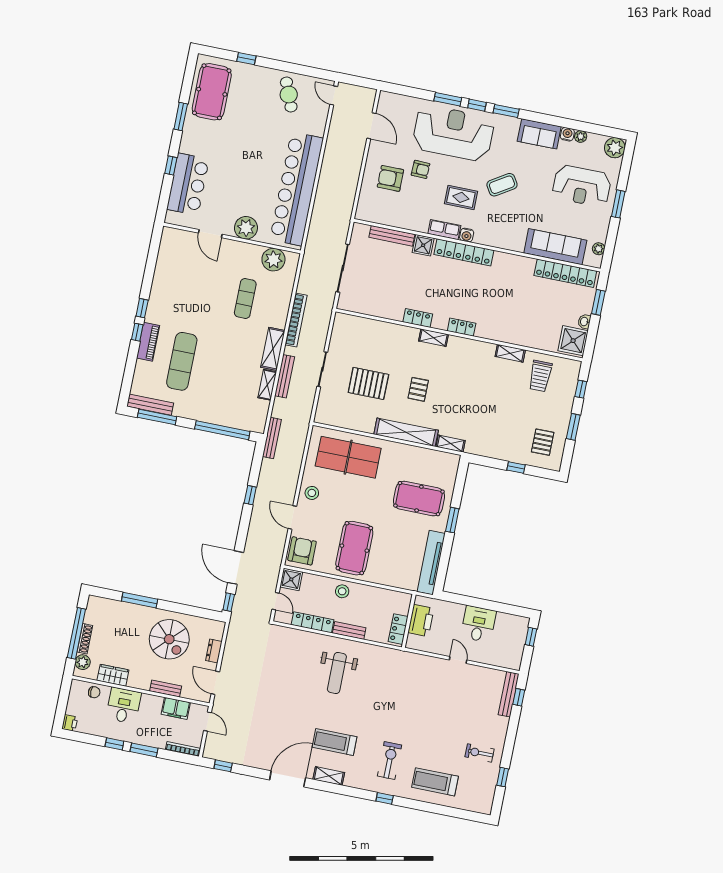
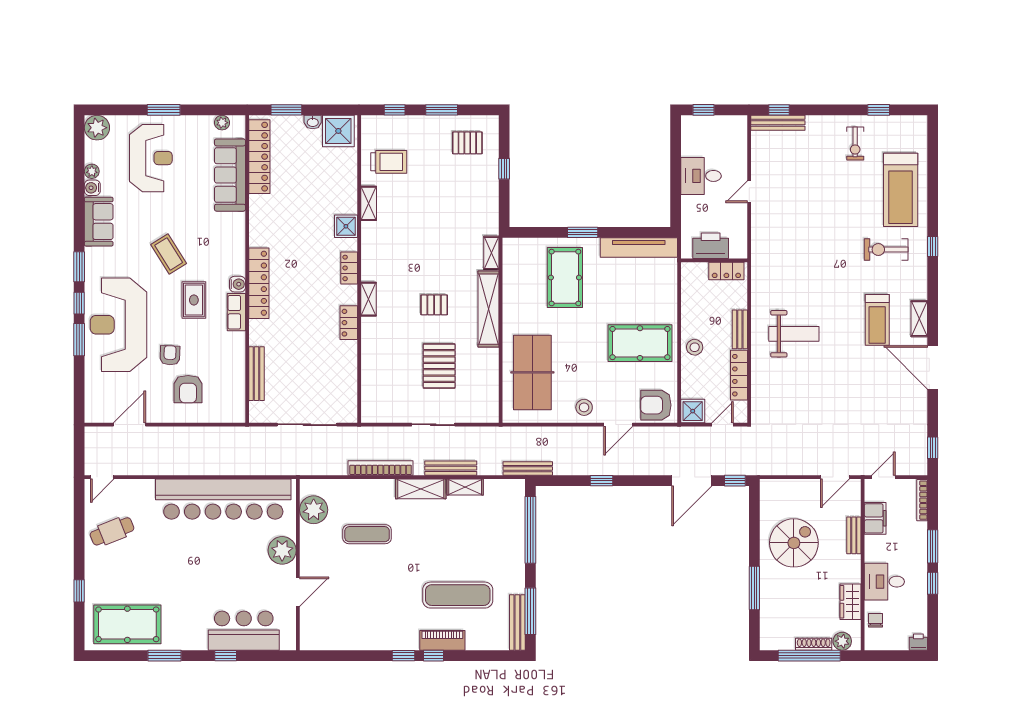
shower: (423, 245) -> (346, 226), moved
dresser: (214, 651) -> (797, 487), removed
treadmill: (435, 782) -> (901, 190), width x1.37, depth x1.38

